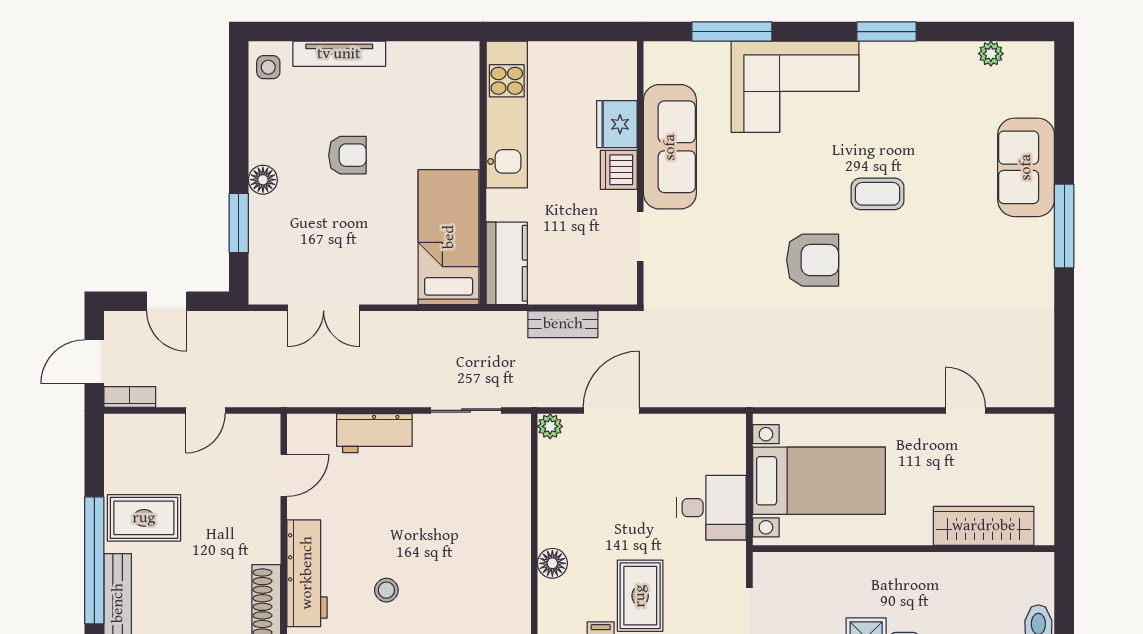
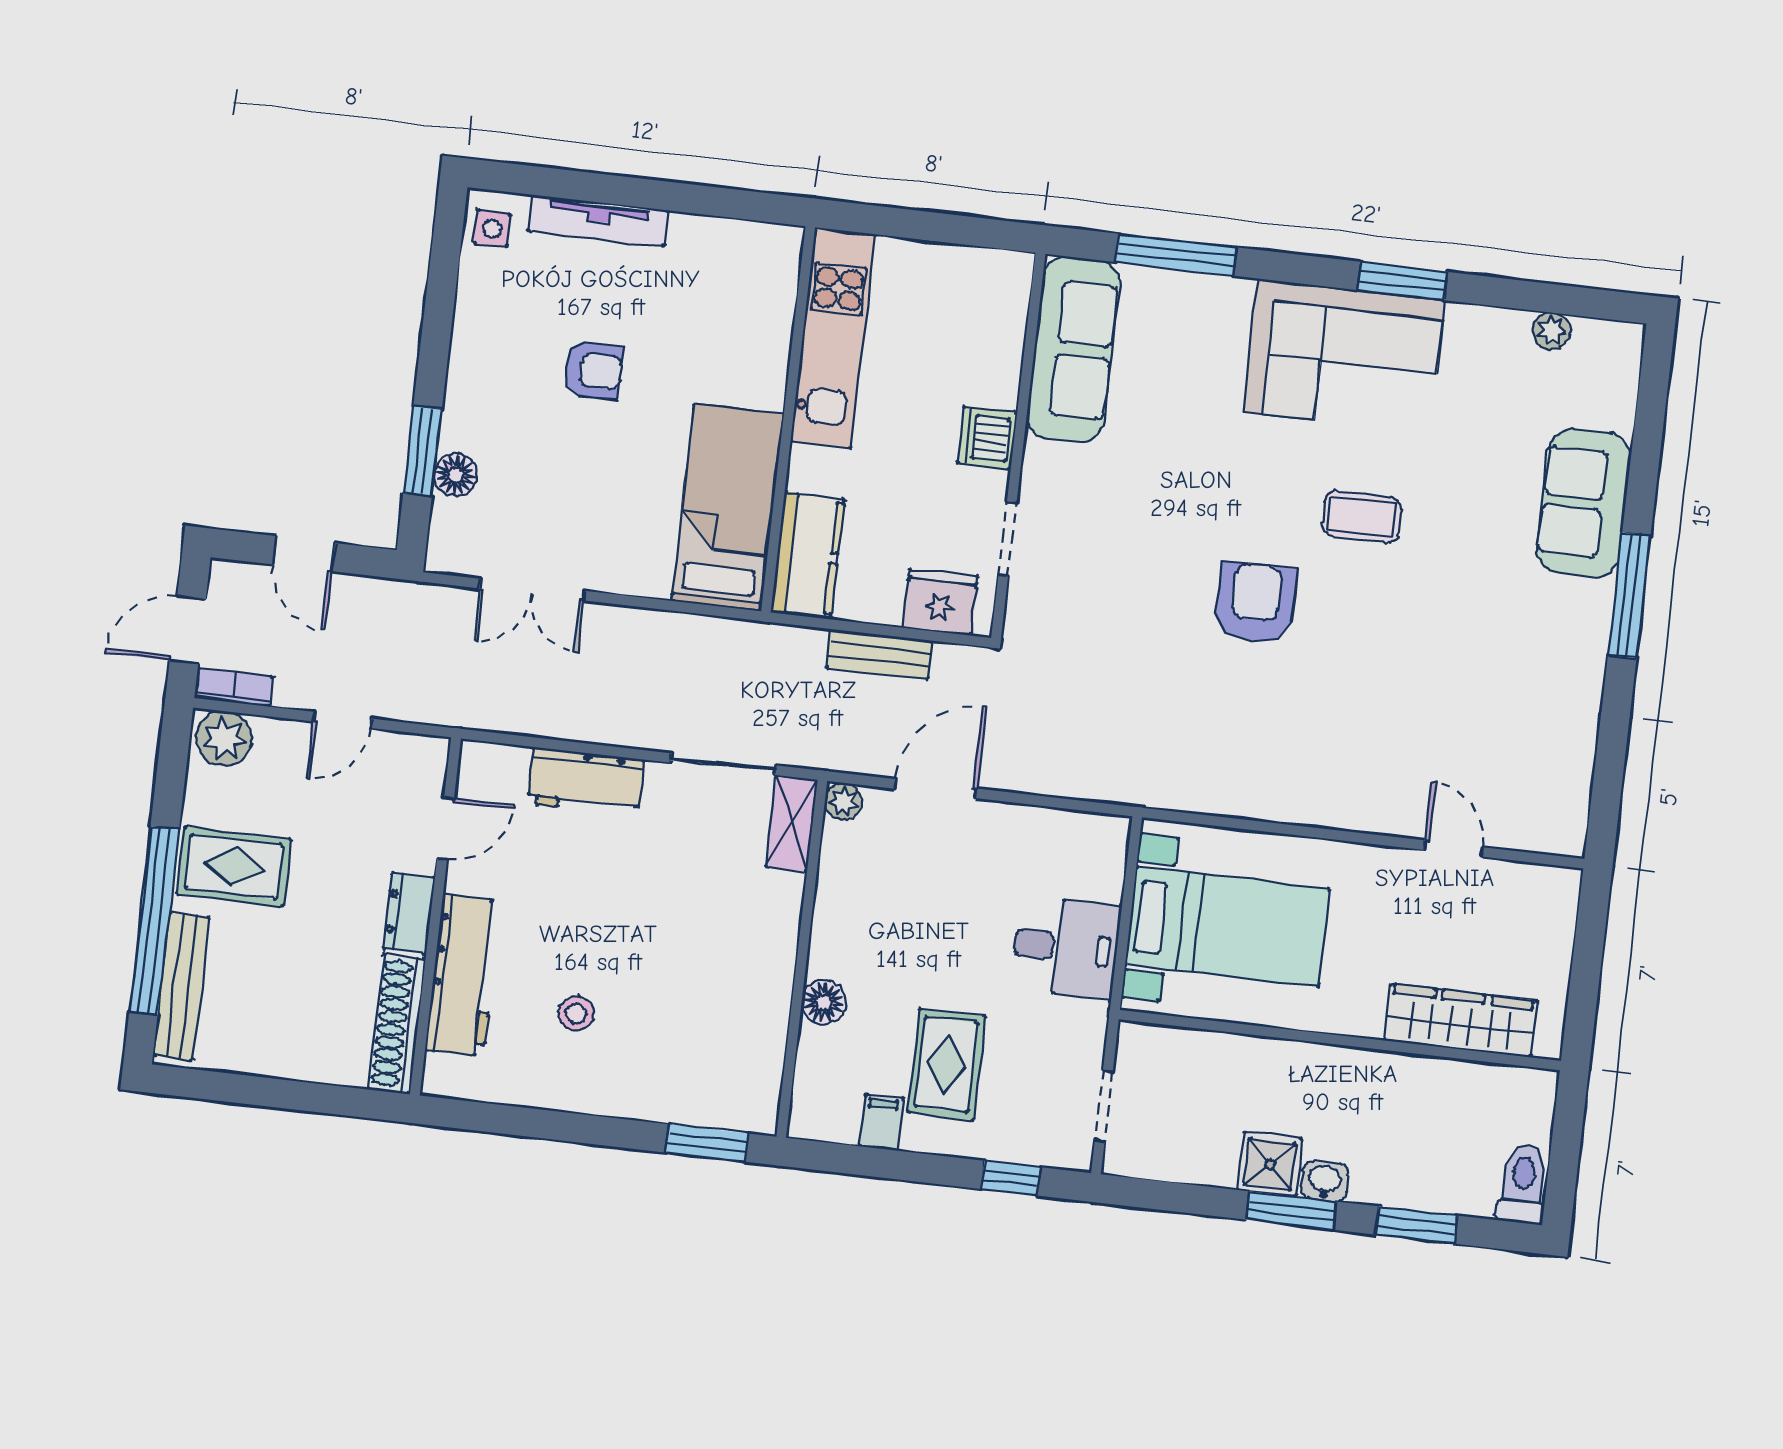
corner sofa: (795, 87) -> (1344, 356), moved
fridge: (617, 124) -> (940, 602), moved, turned 90
sofa: (670, 147) -> (1073, 349), moved
floor lamp: (263, 180) -> (456, 475), moved
armchair: (813, 260) -> (1256, 603), turned -90
plant: (127, 432) -> (224, 739), added
shelving: (517, 445) -> (792, 823), added
dresser: (266, 535) -> (409, 913), added

